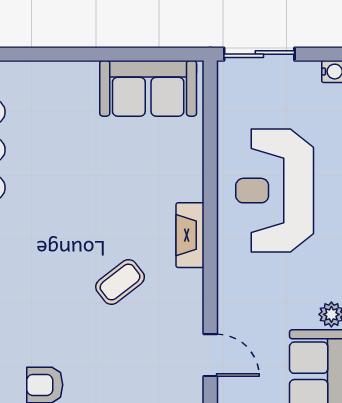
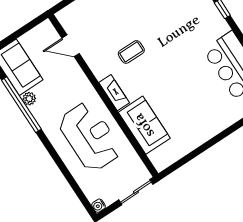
sofa: (148, 88) -> (144, 125), moved, turned 90
coffee table: (120, 282) -> (131, 52), turned 38

